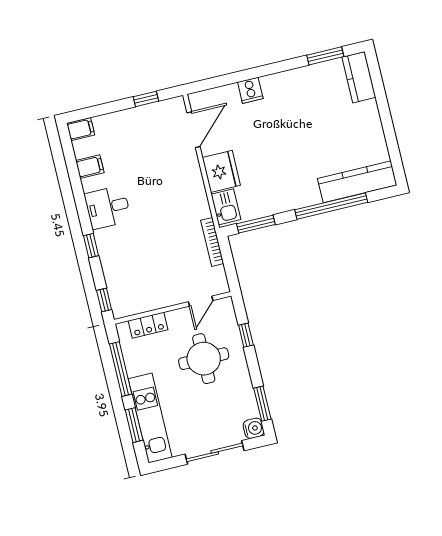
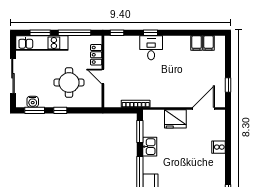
filing cabinet: (81, 129) -> (209, 43), moved
door: (194, 130) -> (204, 109), swing flipped
desk: (108, 207) -> (151, 48), moved
kitchen sink: (226, 207) -> (150, 147), moved, turned -90
door: (201, 301) -> (103, 77), moved
window: (246, 335) -> (60, 110), moved
water cooler: (254, 428) -> (33, 102), moved

